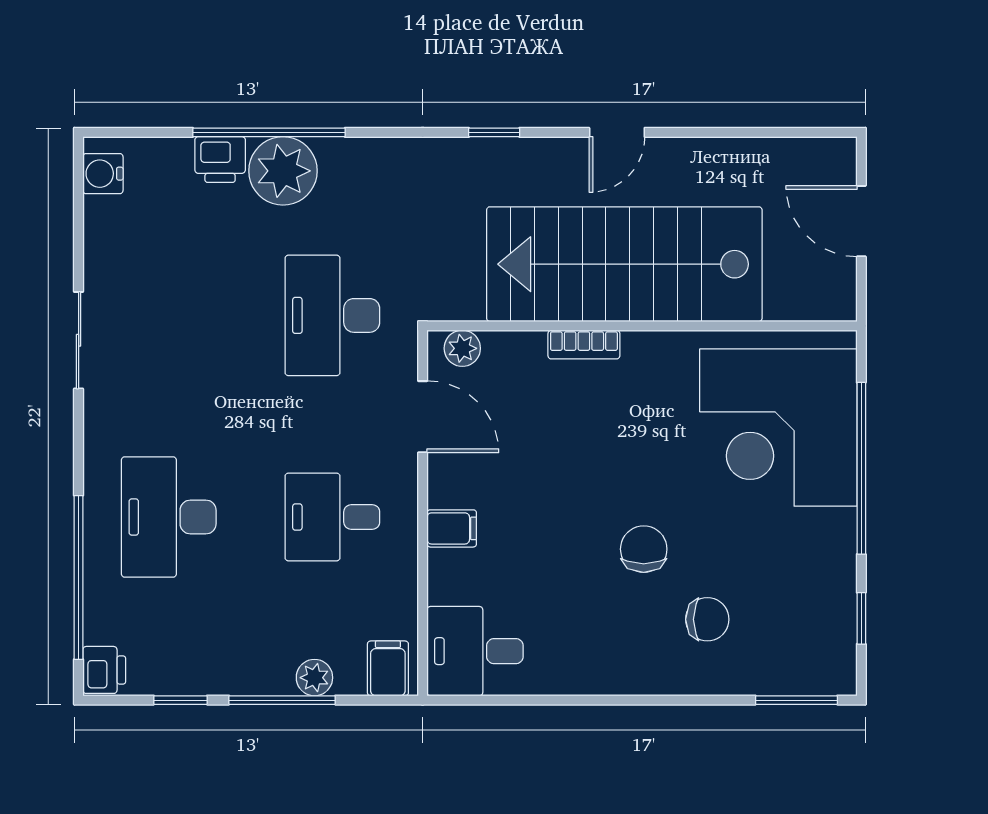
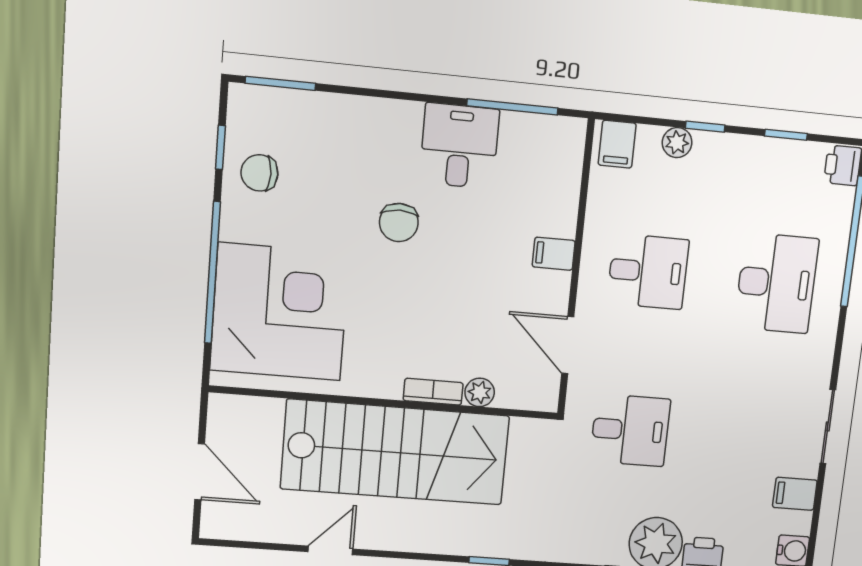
door: (617, 132) -> (330, 550), moved
filing cabinet: (110, 249) -> (795, 494), added
desk: (332, 315) -> (630, 430), width x0.73
plant: (462, 348) -> (480, 392), moved
chair: (707, 619) -> (259, 173), moved
desk: (475, 651) -> (459, 146), moved, turned -90
window: (282, 700) -> (705, 127), width x0.46
window: (520, 700) -> (512, 107), added

